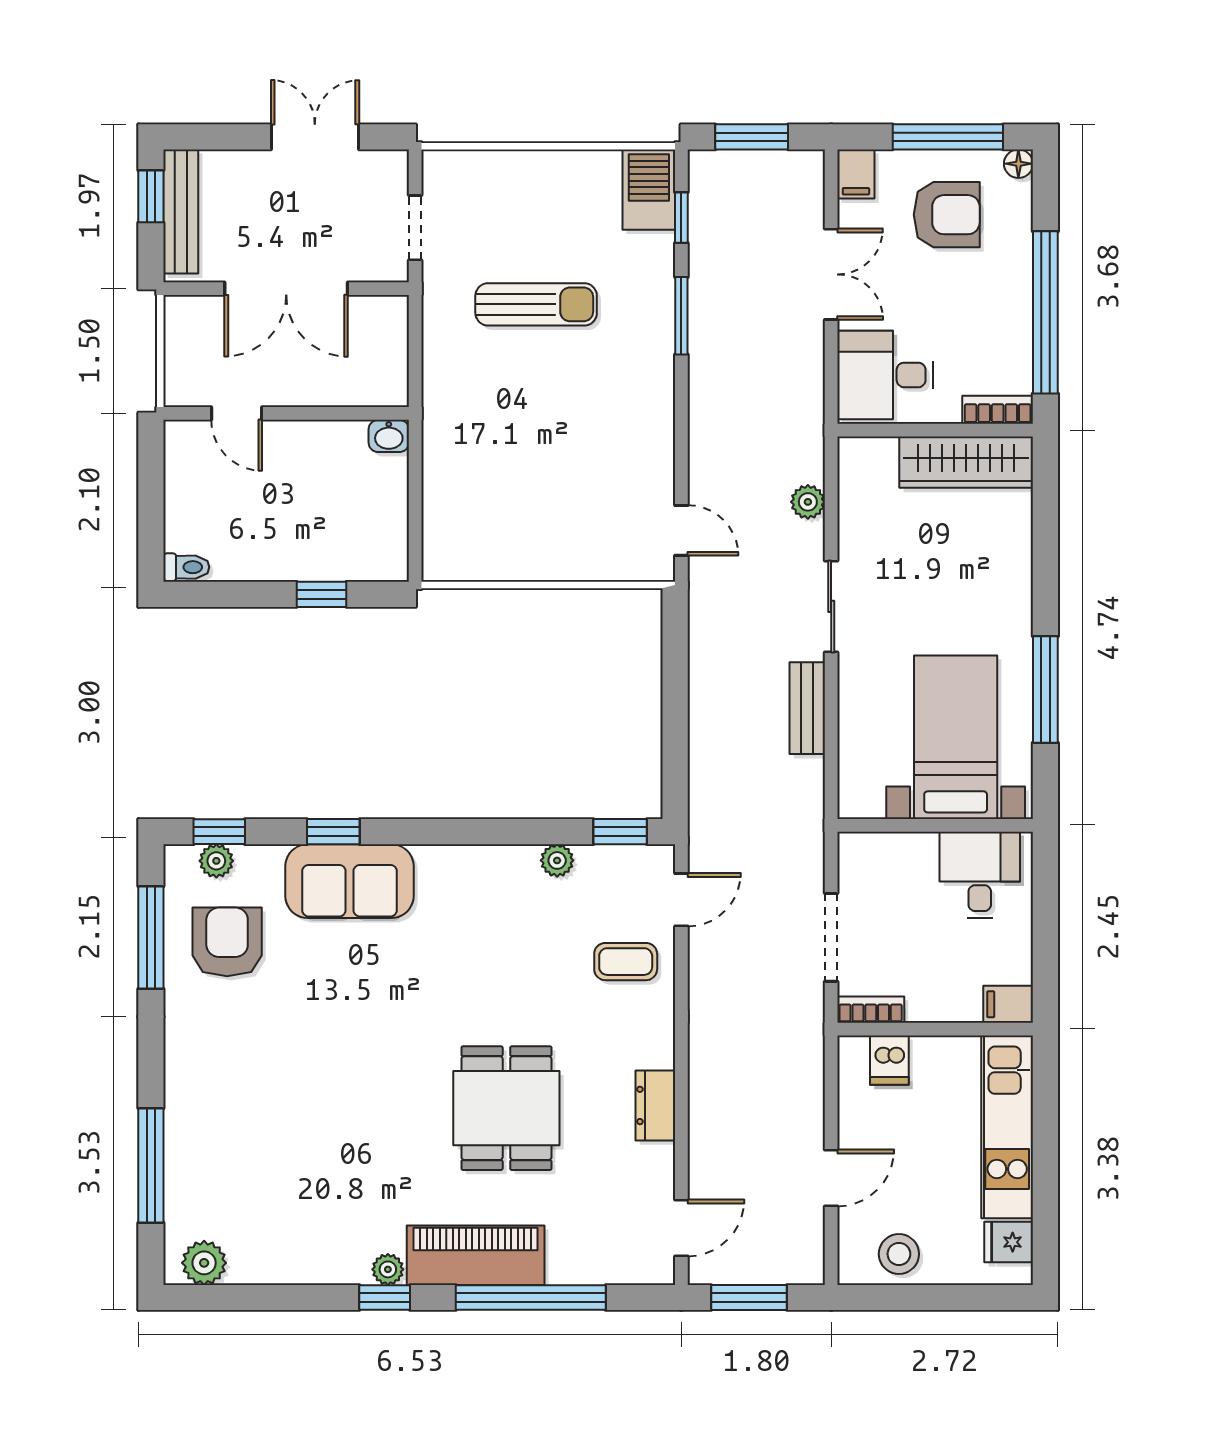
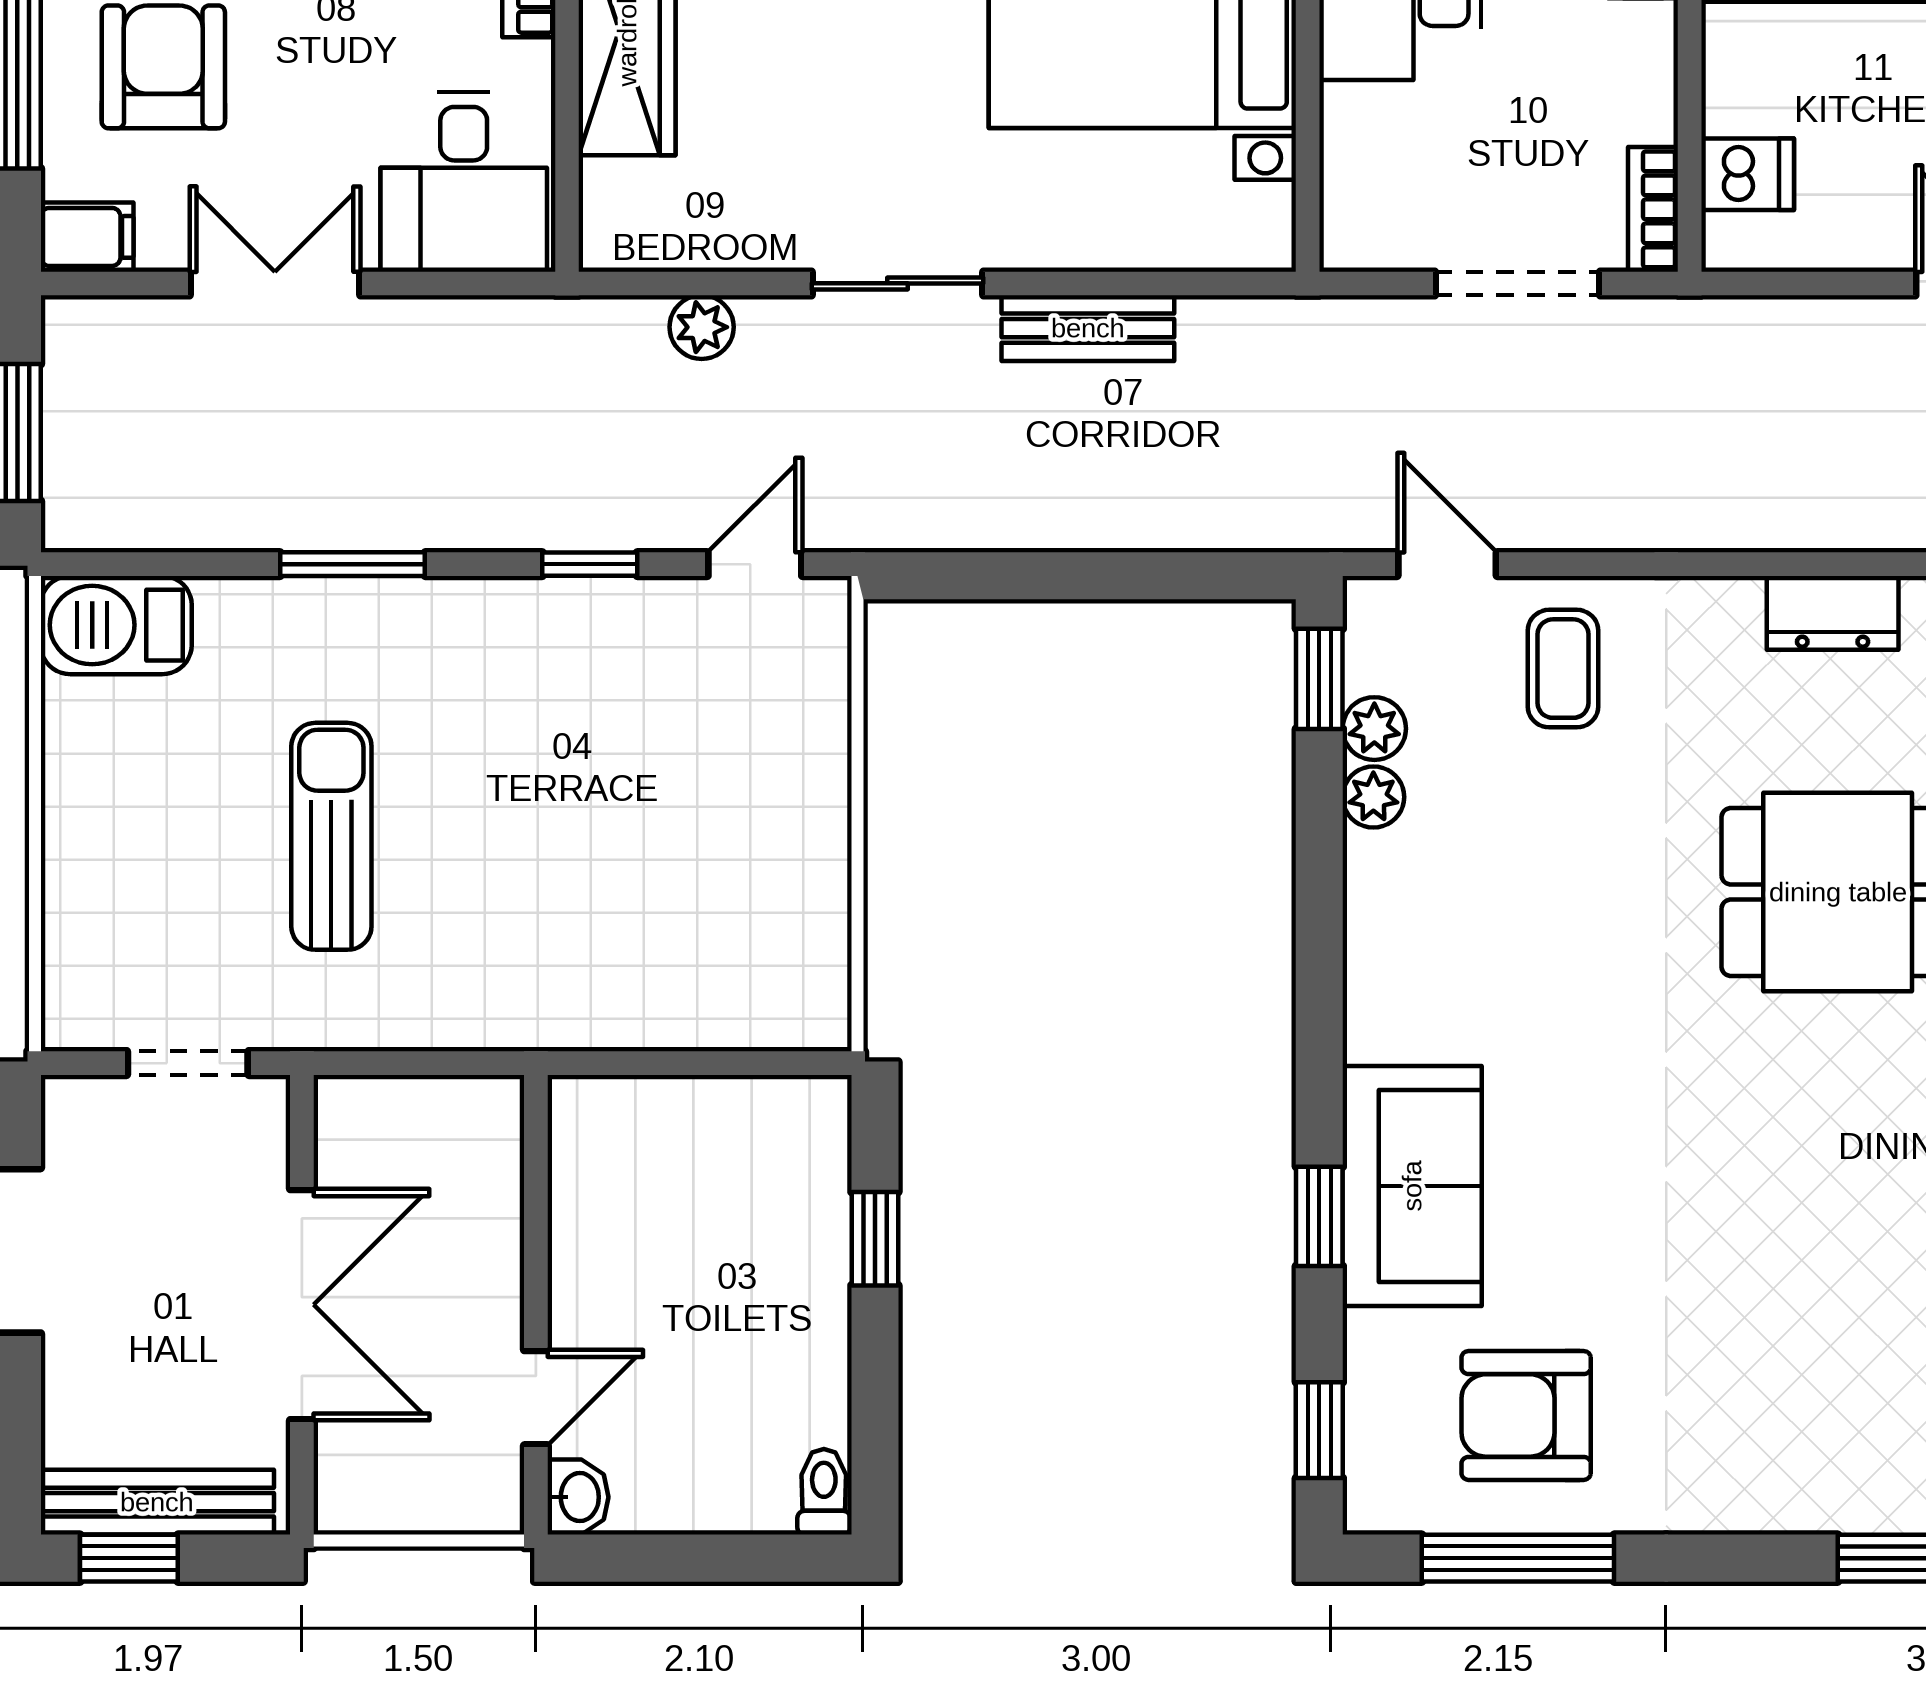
window: (681, 218) -> (590, 564), moved
washbasin: (389, 436) -> (578, 1497), moved
plant: (216, 861) -> (1374, 729), moved

